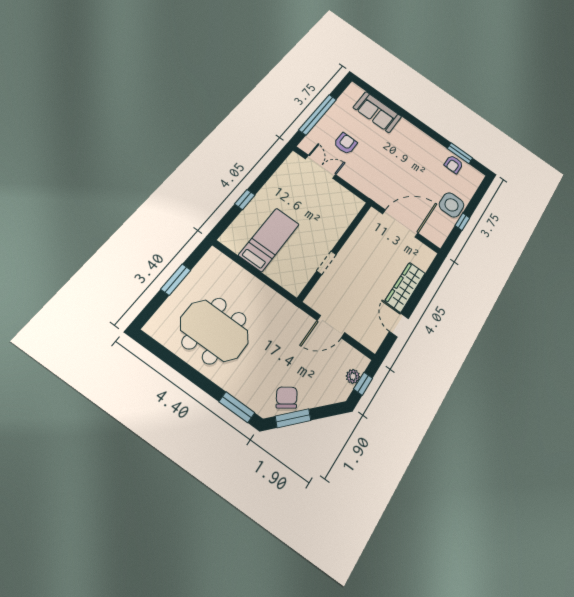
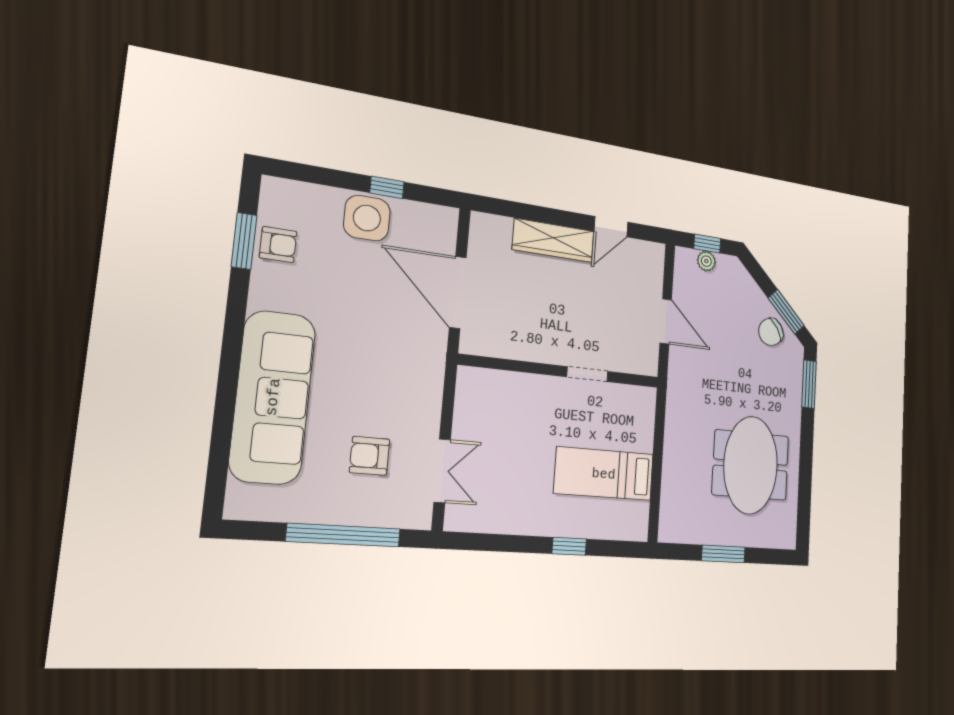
sofa: (377, 112) -> (273, 397), width x1.85, depth x1.27
double door: (321, 167) -> (442, 471), swing flipped

